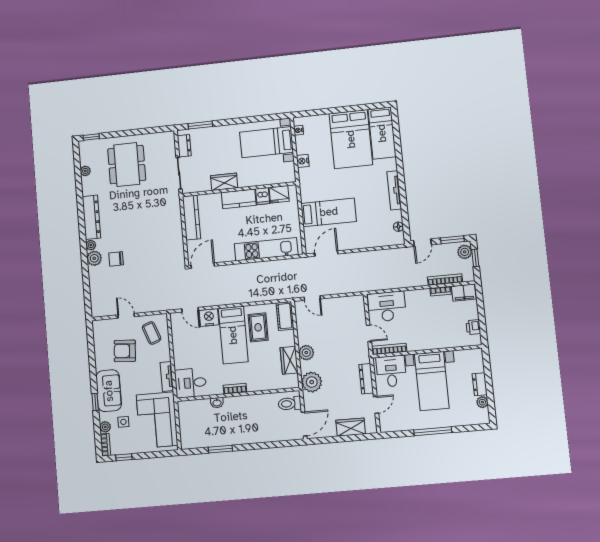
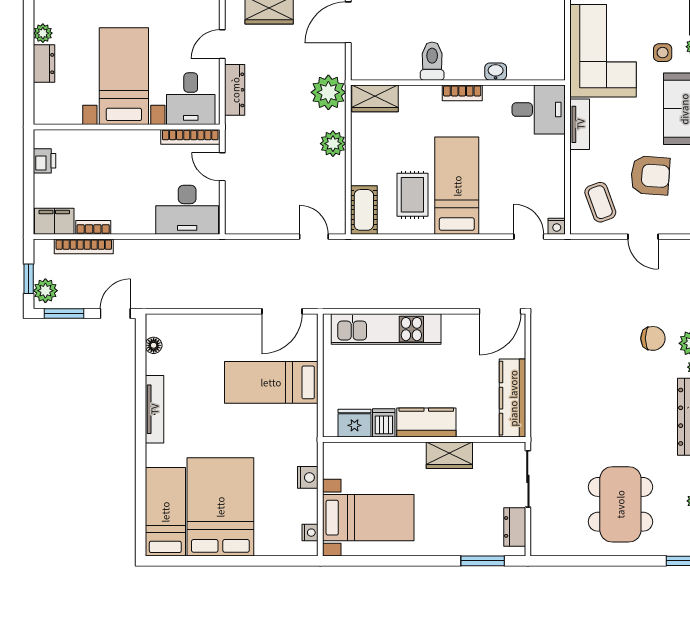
nightstand: (209, 317) -> (557, 226), moved, width x0.53, depth x0.56
wardrobe: (289, 360) -> (375, 98), moved, turned 90
toilet: (290, 404) -> (432, 61), moved, turned -90

